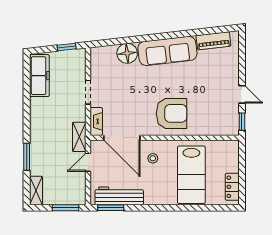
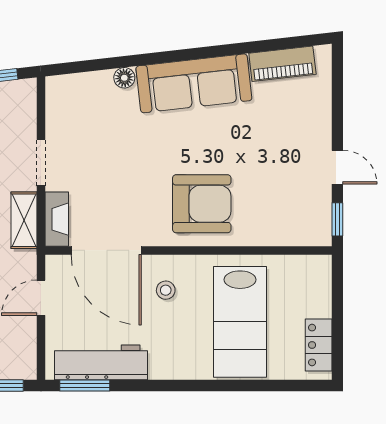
floor lamp: (127, 53) -> (124, 78), width x0.53, depth x0.53
shelving: (79, 137) -> (24, 220), moved

